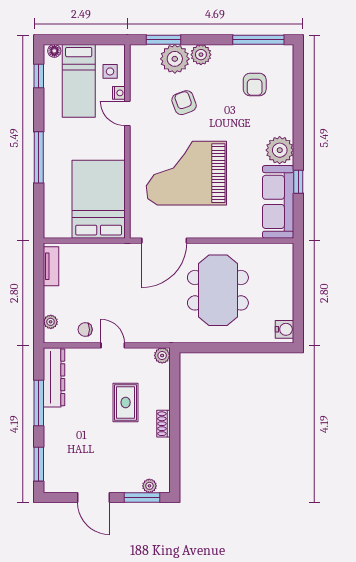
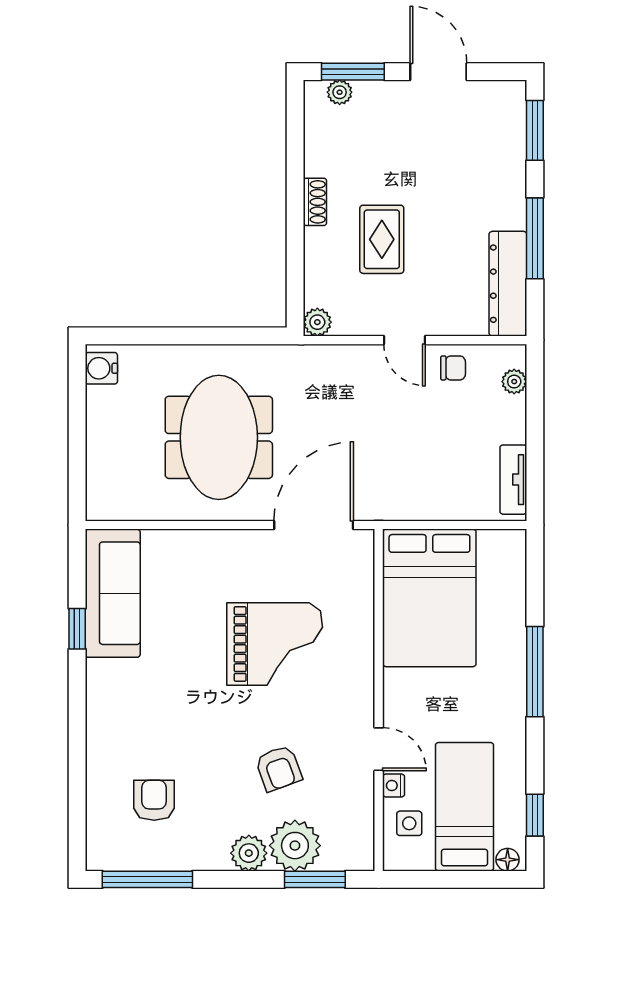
plant: (280, 150) -> (110, 684), removed
grand piano: (186, 173) -> (275, 644), width x0.73, depth x0.68

